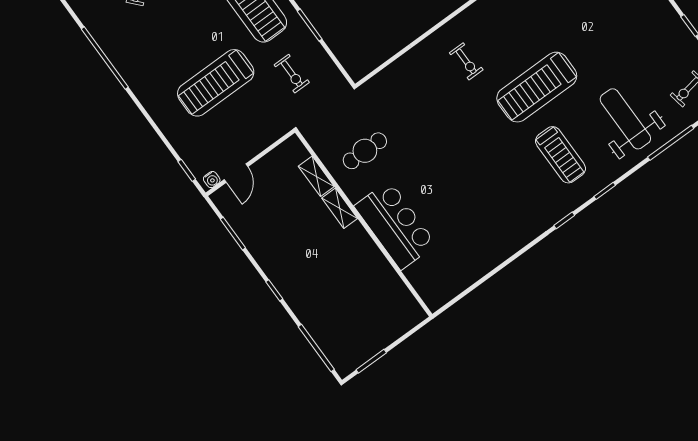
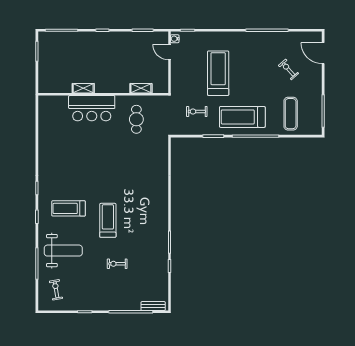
exercise bike: (466, 61) -> (117, 264), moved
treadmill: (537, 87) -> (108, 220), width x0.73, depth x0.73
shelving: (340, 208) -> (83, 88), moved

